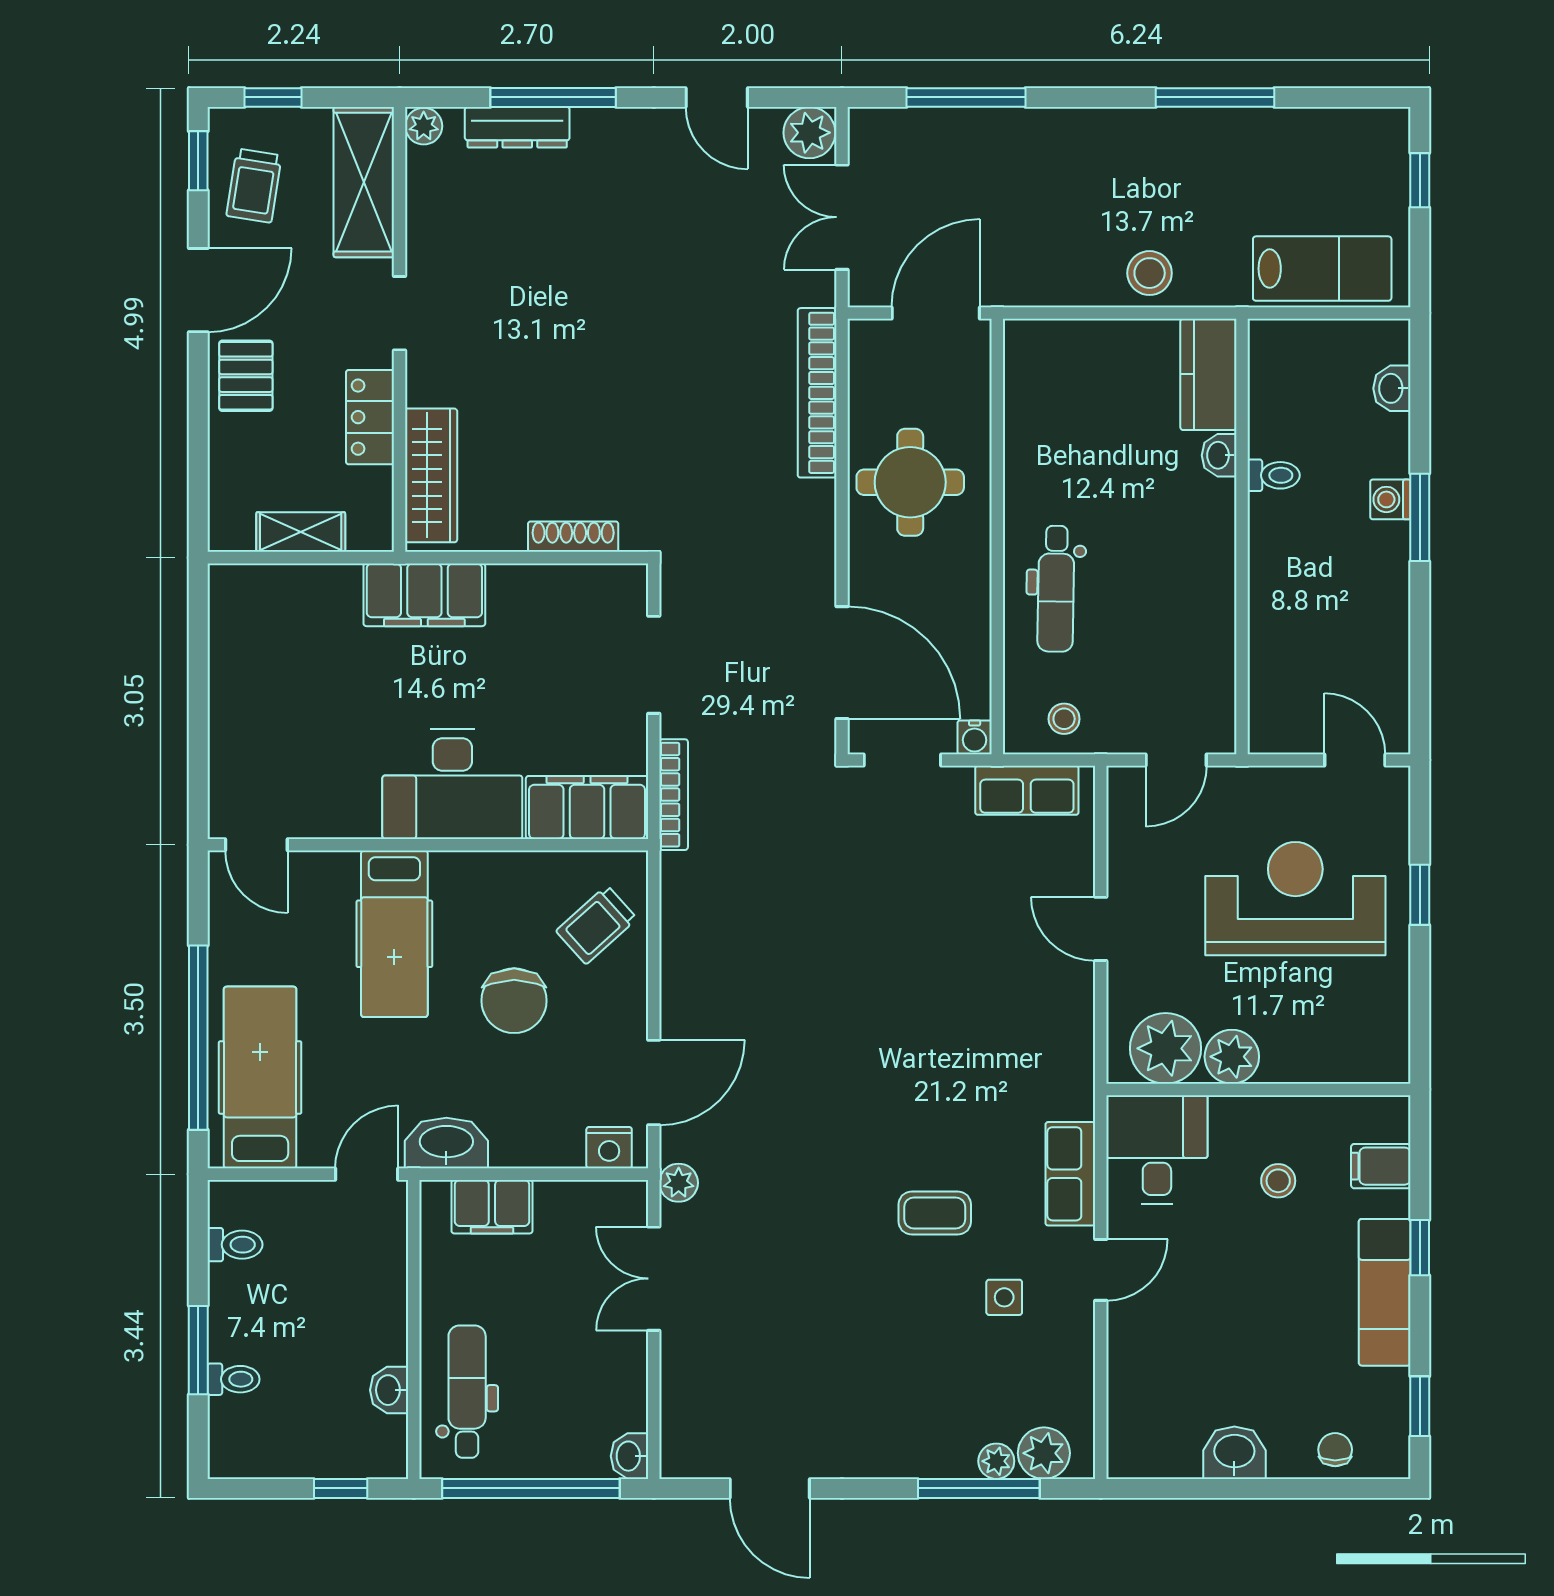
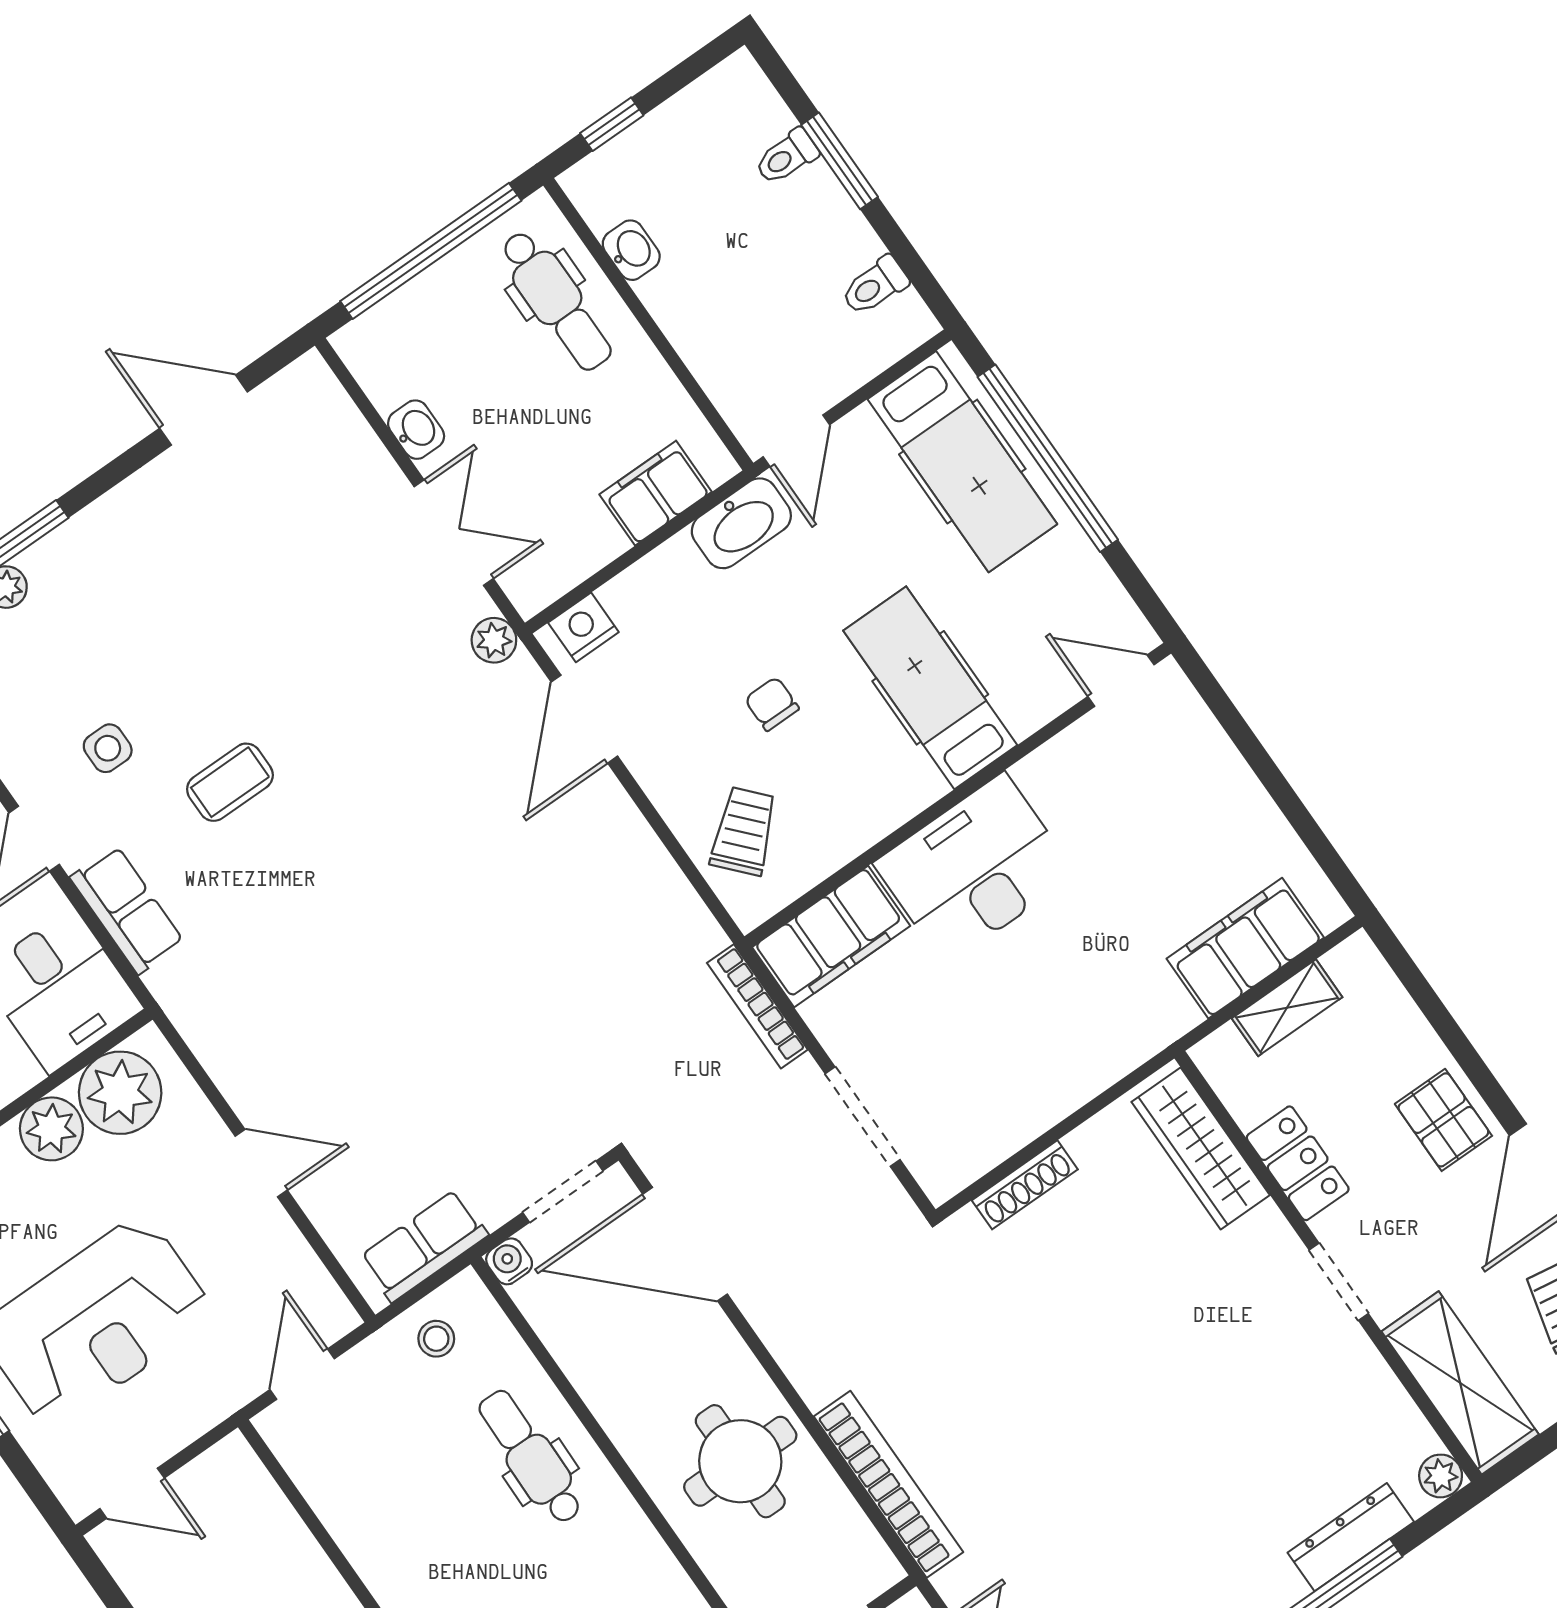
filing cabinet: (424, 595) -> (1245, 948), moved
chair: (514, 1001) -> (772, 704), width x0.54, depth x0.54
washbasin: (629, 1456) -> (416, 430), moved

